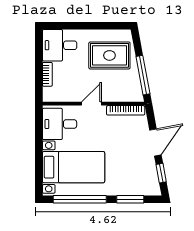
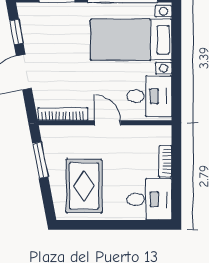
rug: (109, 55) -> (84, 186), turned 90
window: (143, 75) -> (40, 160), width x0.69
door: (92, 104) -> (108, 123), swing flipped

